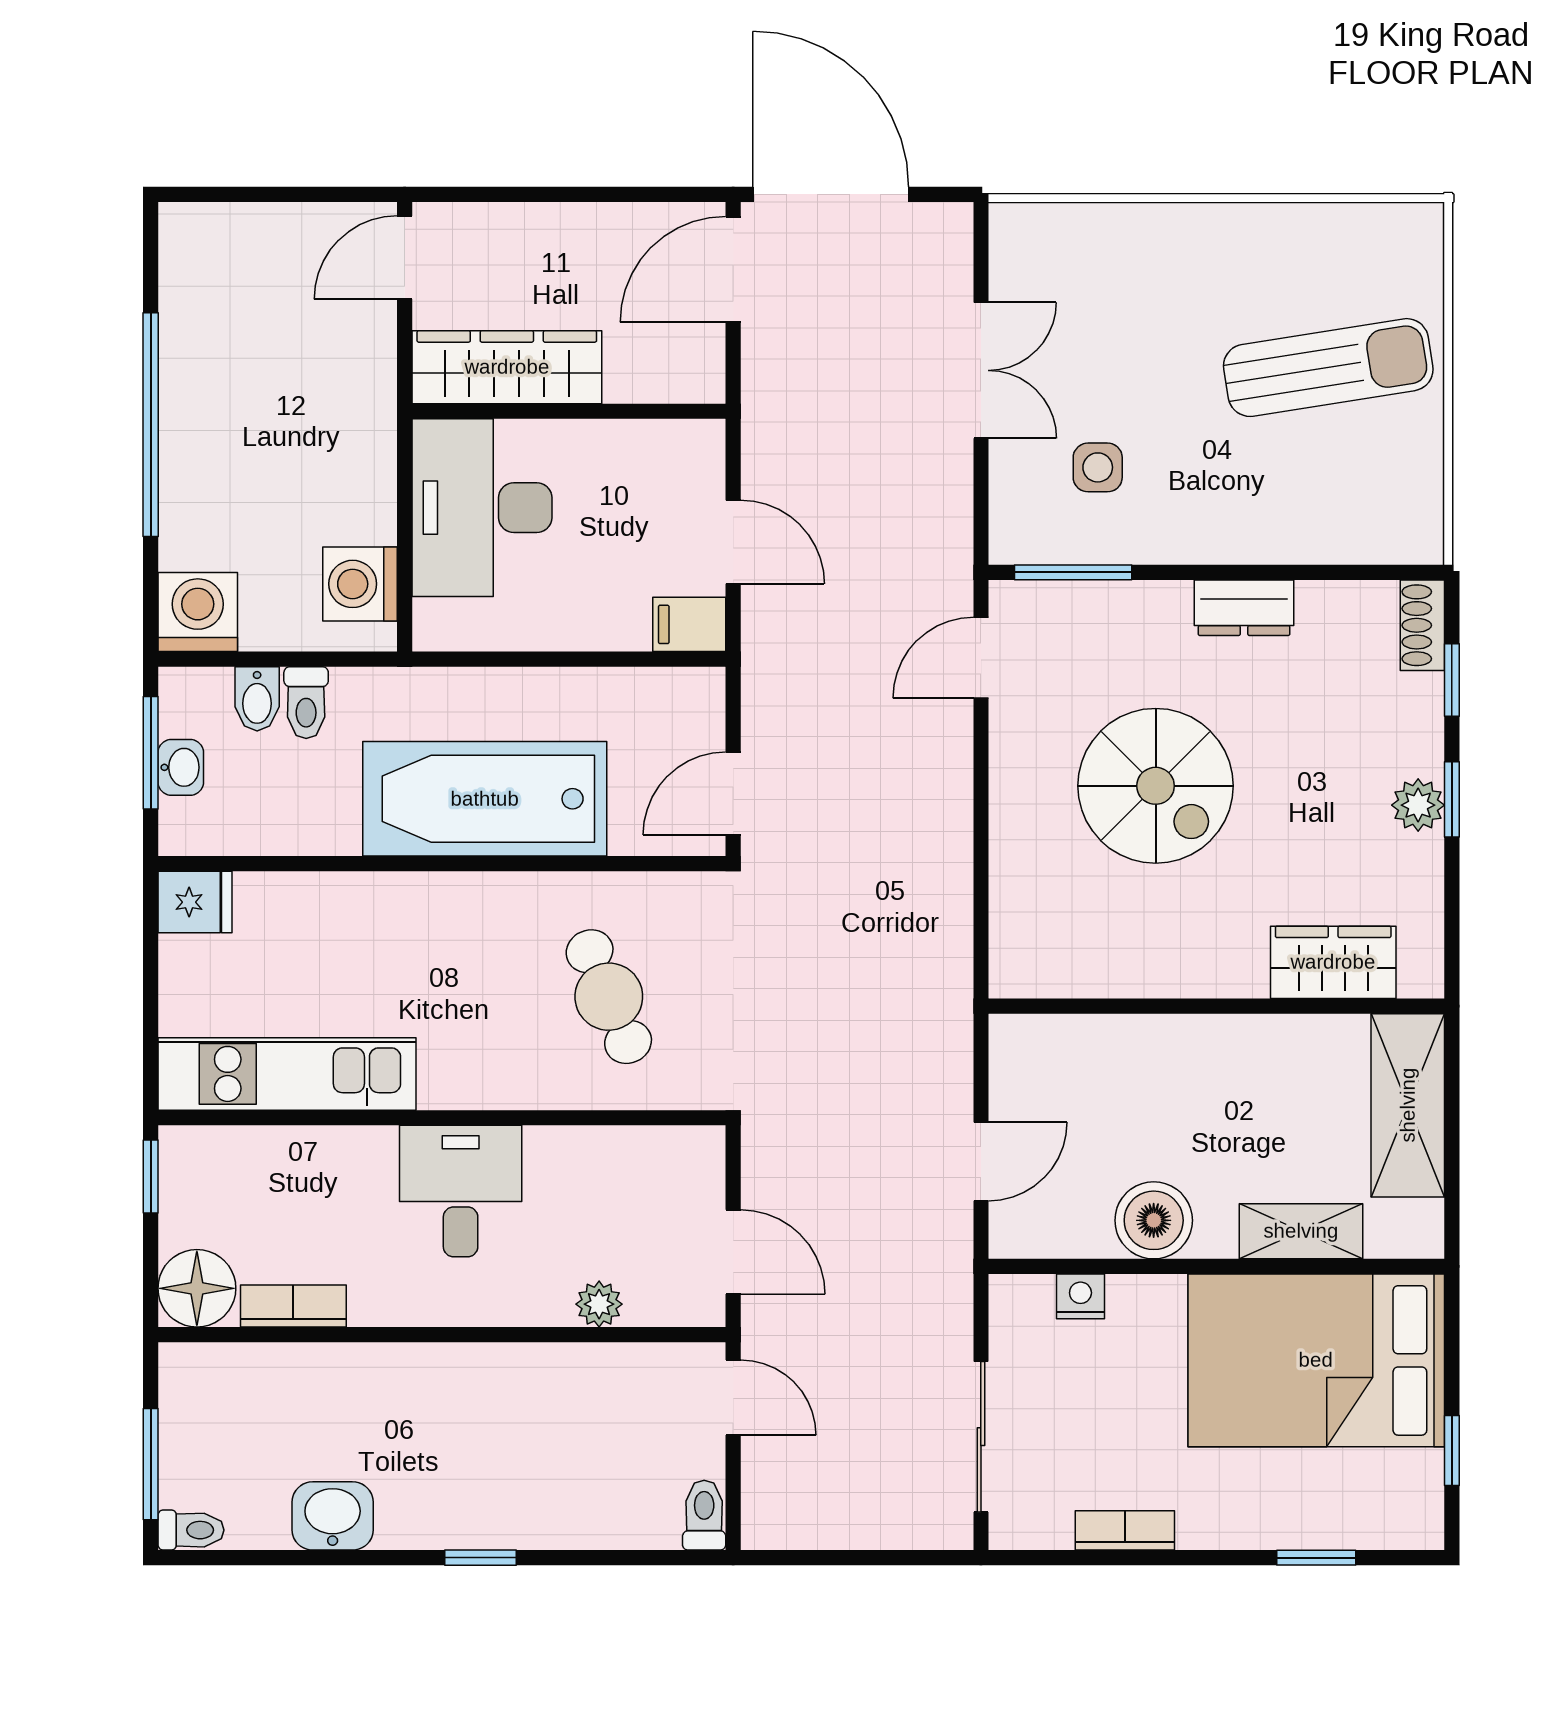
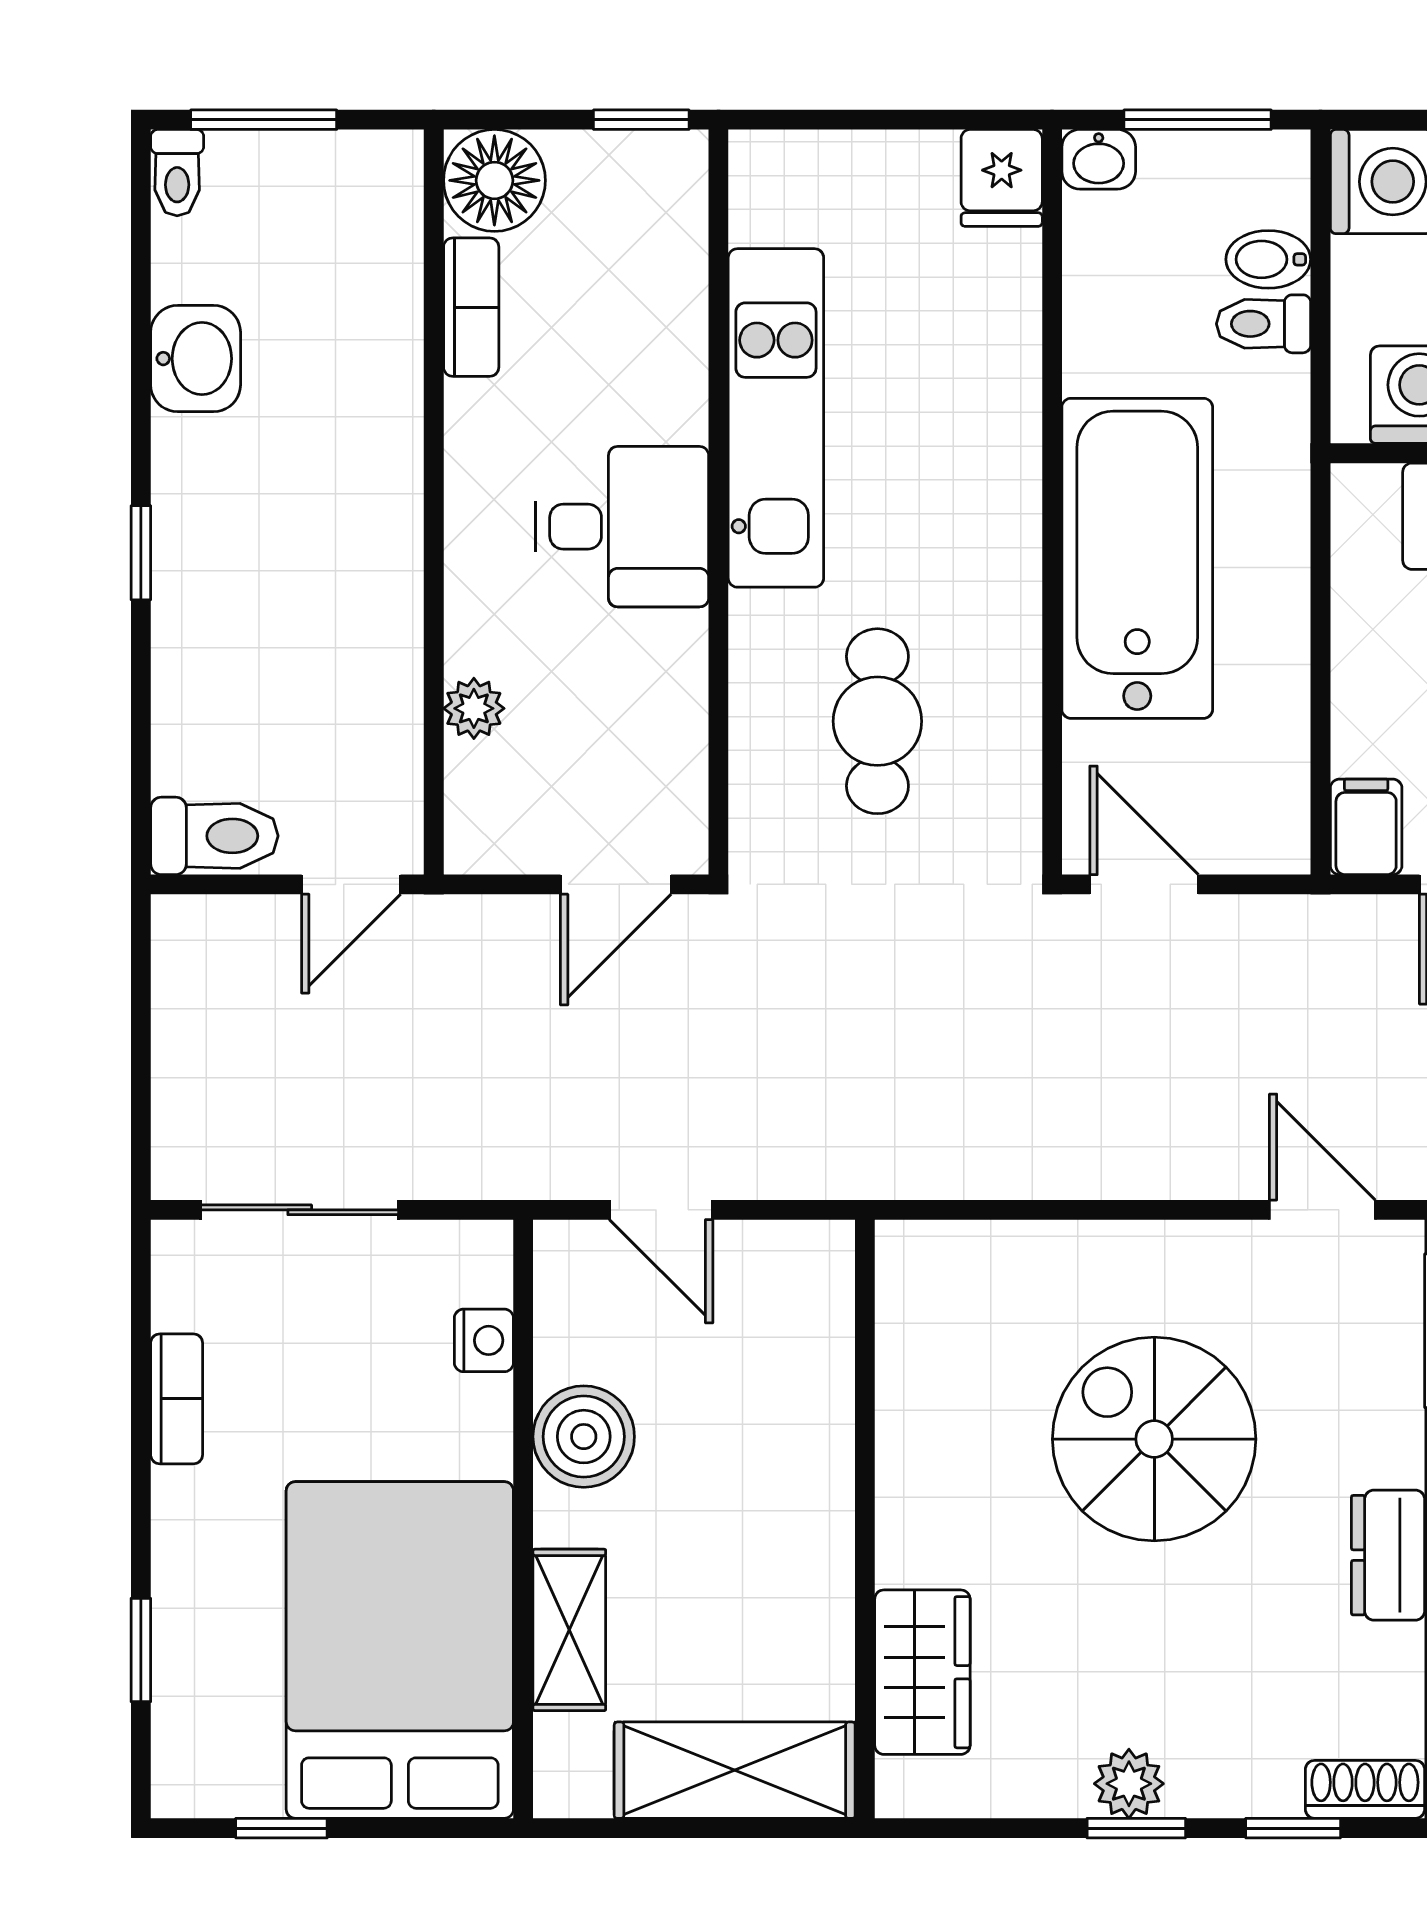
washbasin: (181, 767) -> (1099, 159), moved
spiral stairs: (1156, 786) -> (1154, 1439), turned 90
cafe table: (609, 997) -> (877, 721), turned -67
kitchen unit: (287, 1074) -> (776, 418), moved
door: (733, 1252) -> (616, 884), moved
toilet: (704, 1515) -> (214, 836), width x1.37, depth x1.39

